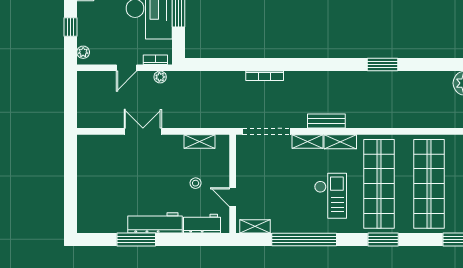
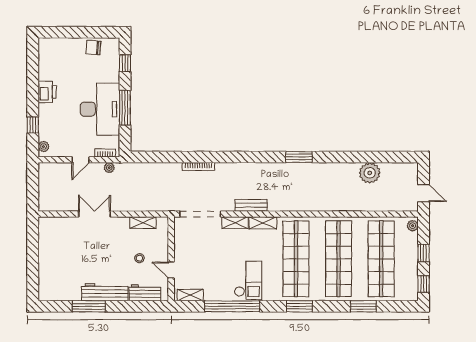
checkout: (331, 196) -> (248, 280), moved

